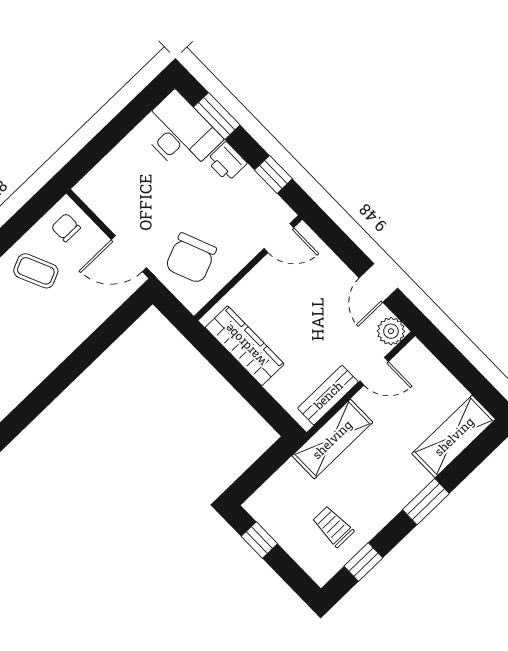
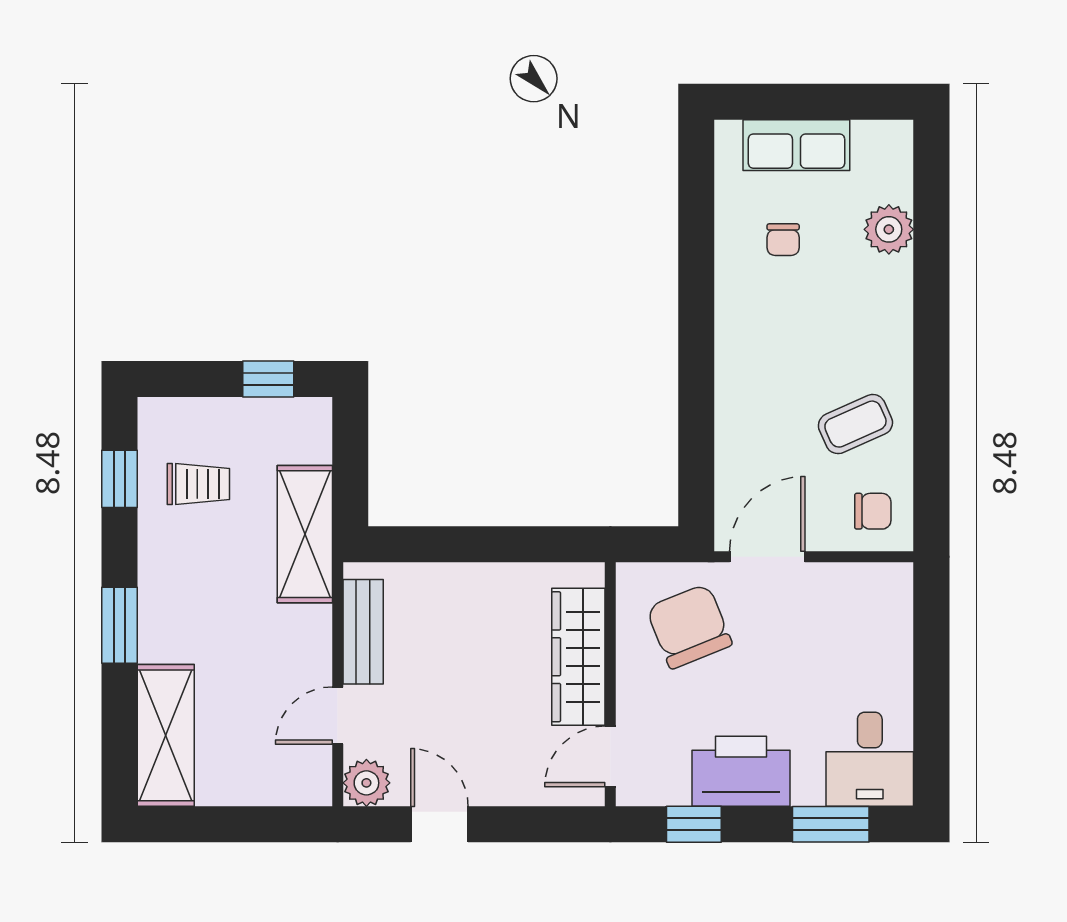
desk: (180, 133) -> (870, 759), width x0.73
printer: (227, 162) -> (741, 771), width x1.87, depth x1.48
wardrobe: (245, 346) -> (578, 657), moved, turned 90
shelving: (332, 439) -> (305, 534), moved

